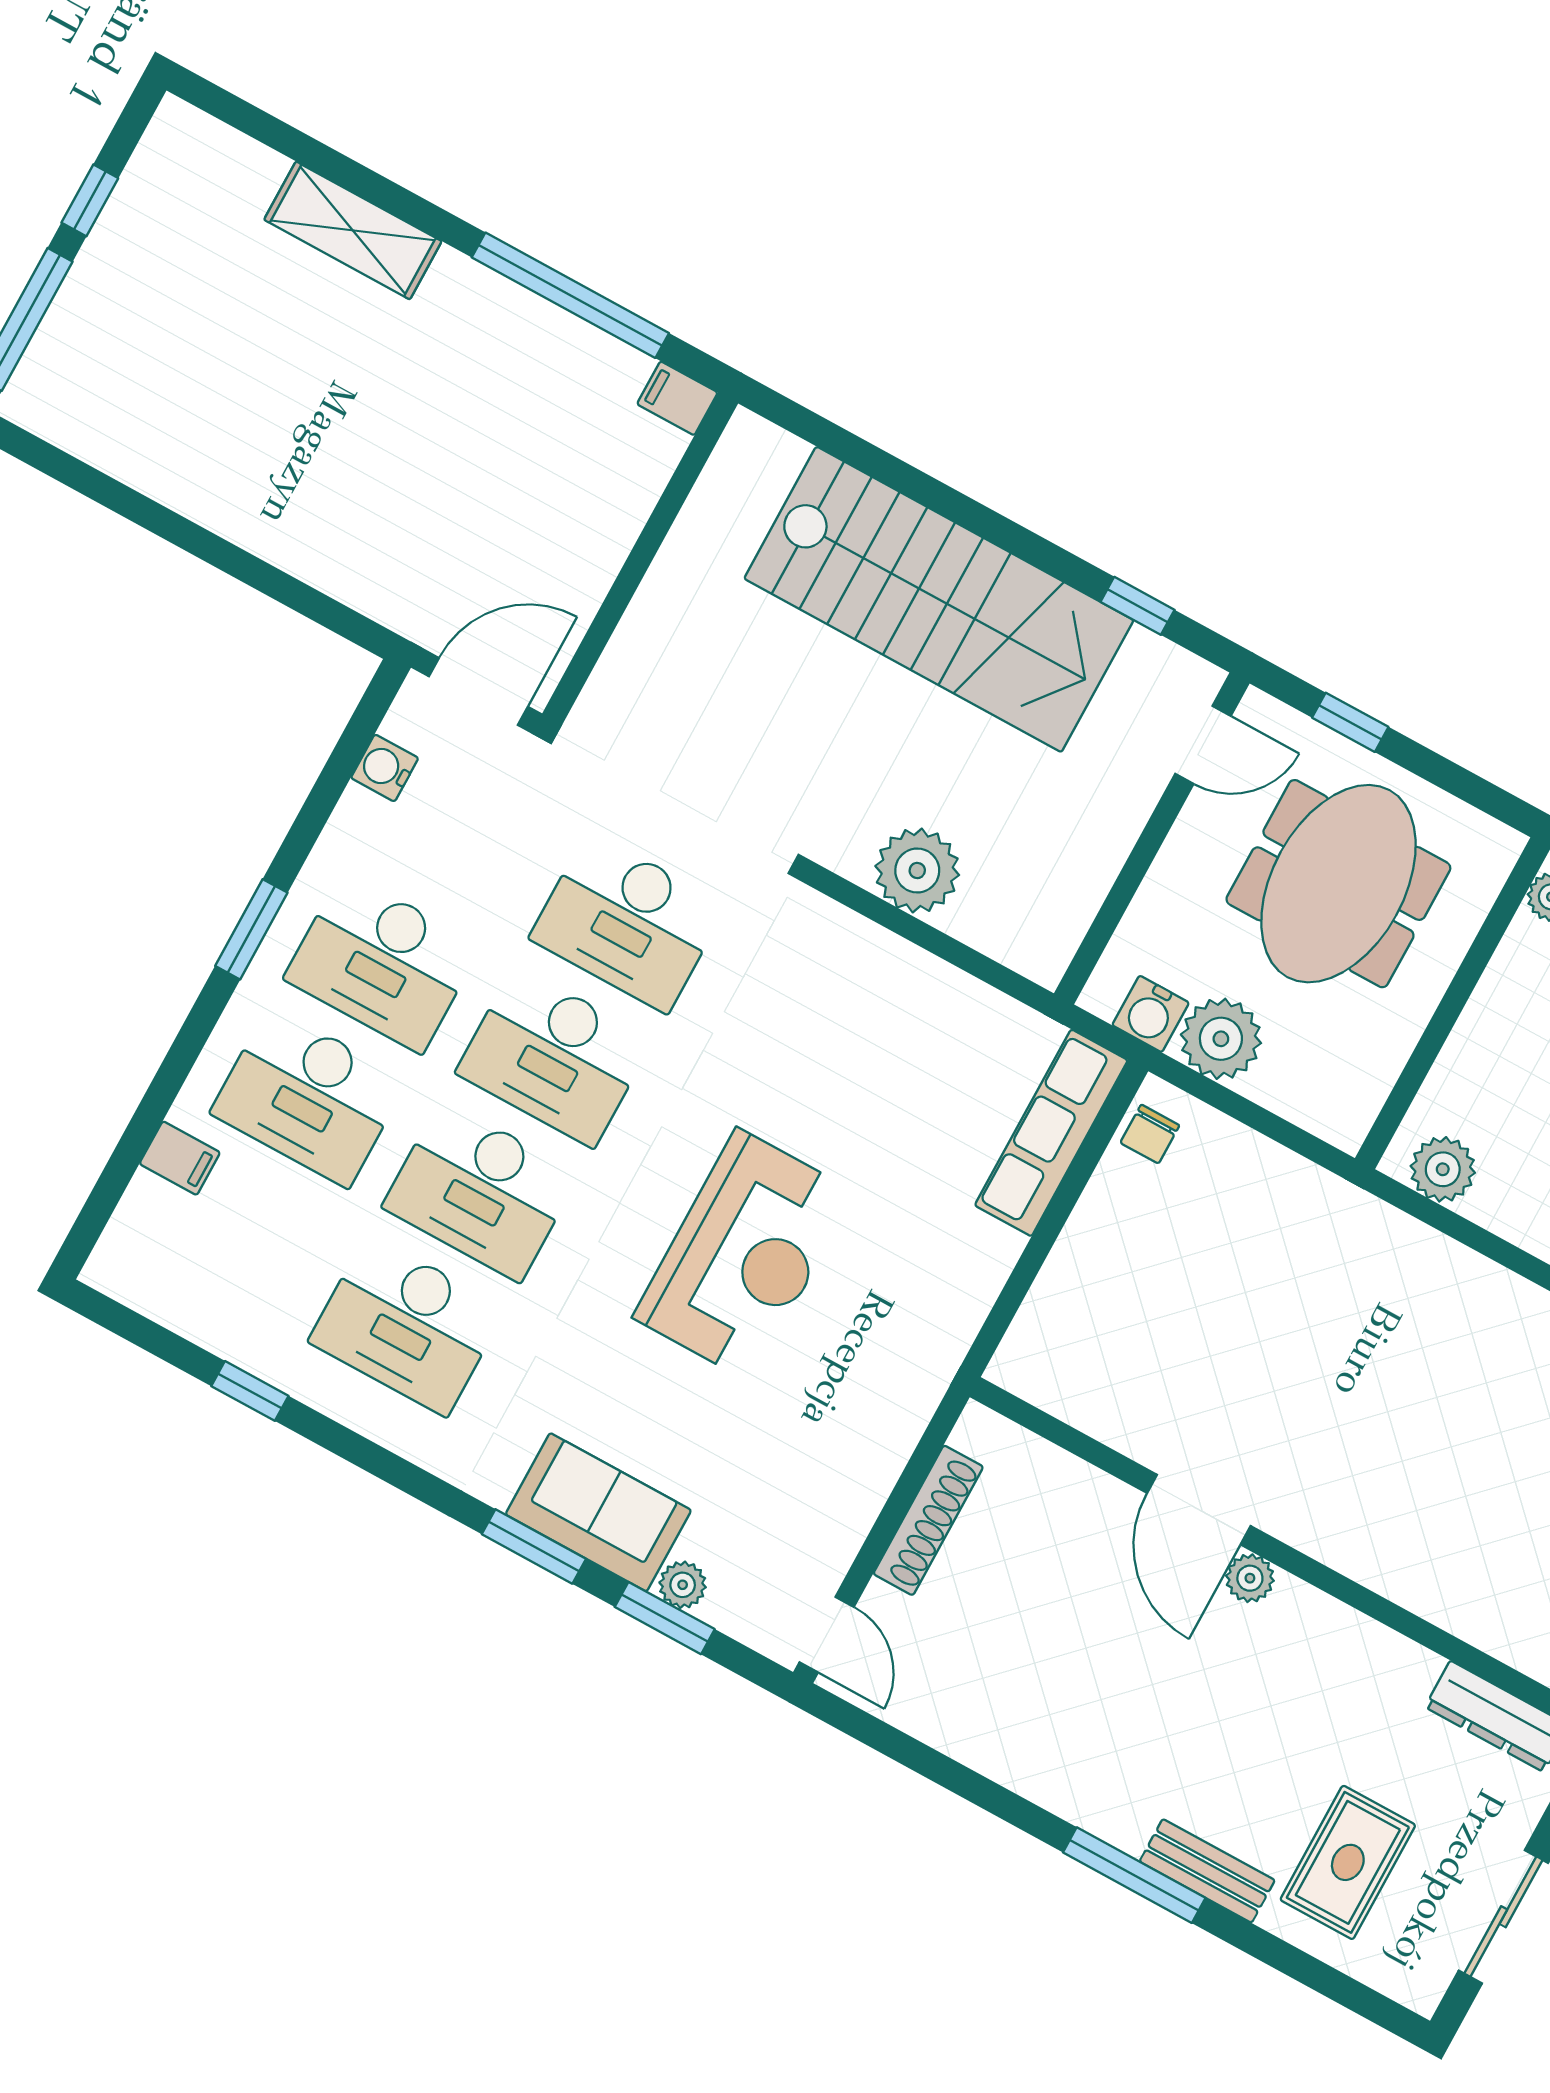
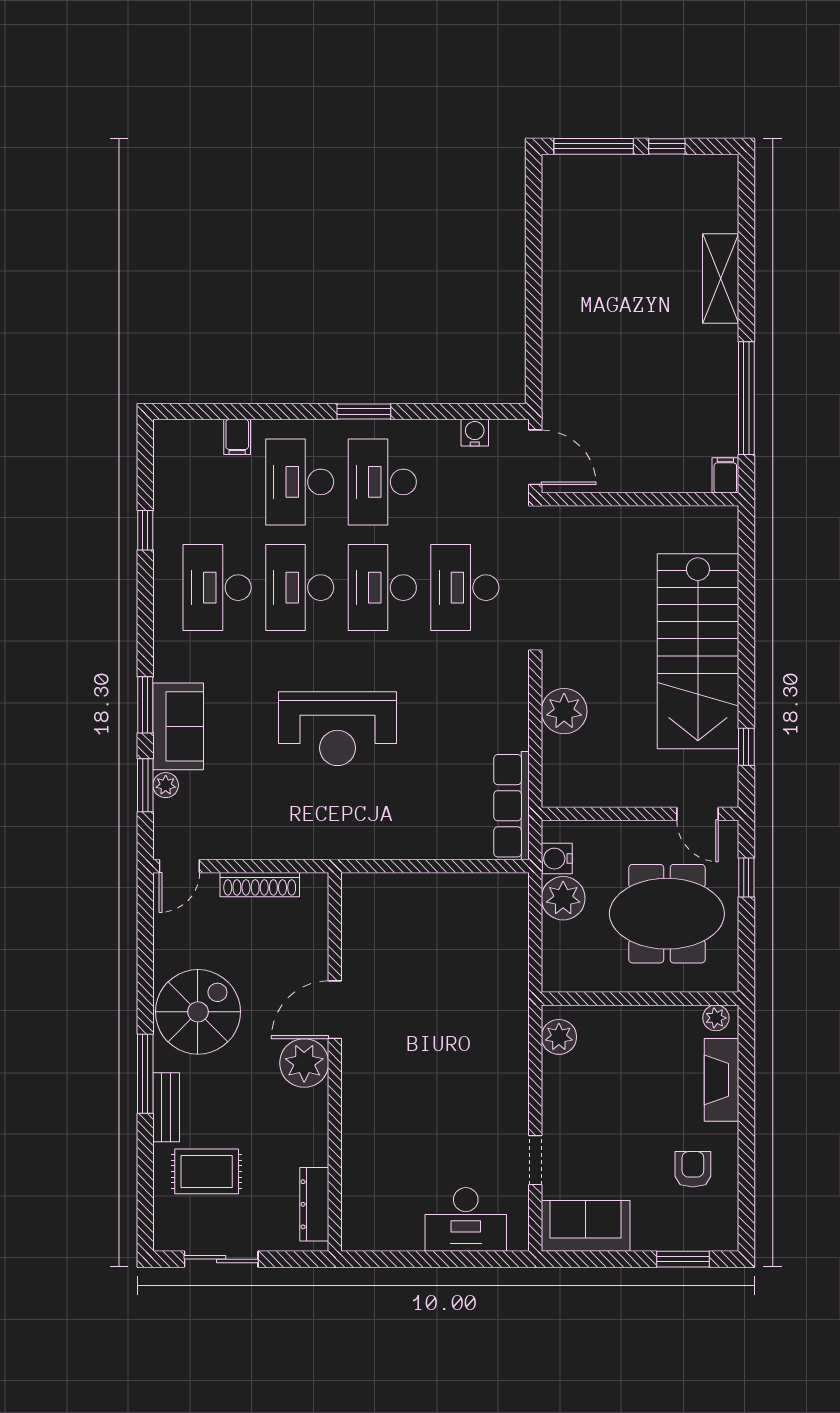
row of seats: (1051, 1133) -> (511, 806), moved, turned -90
chair: (1150, 1134) -> (500, 889), removed
plant: (1250, 1578) -> (304, 1063), width x1.88, depth x1.88
spiral stairs: (1080, 1734) -> (198, 1012), added

